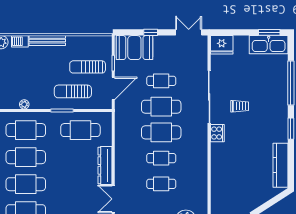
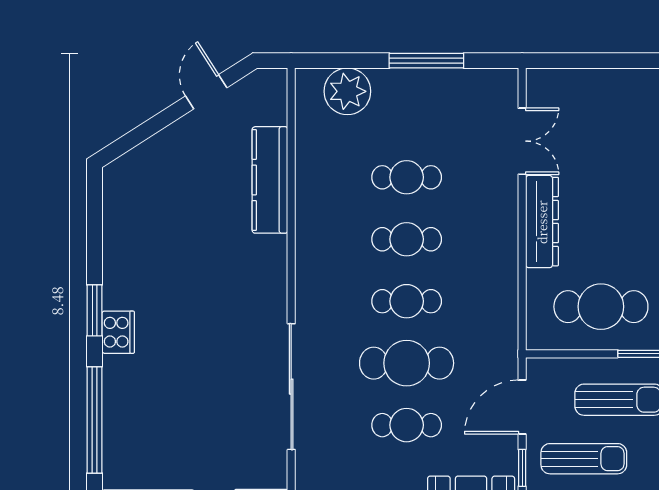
trolley: (240, 106) -> (218, 364), removed
cafe table: (161, 132) -> (407, 301), width x0.73, depth x0.74
cooker: (217, 133) -> (118, 332), moved, turned 180
kitchen counter: (281, 165) -> (270, 180), moved, turned 180

